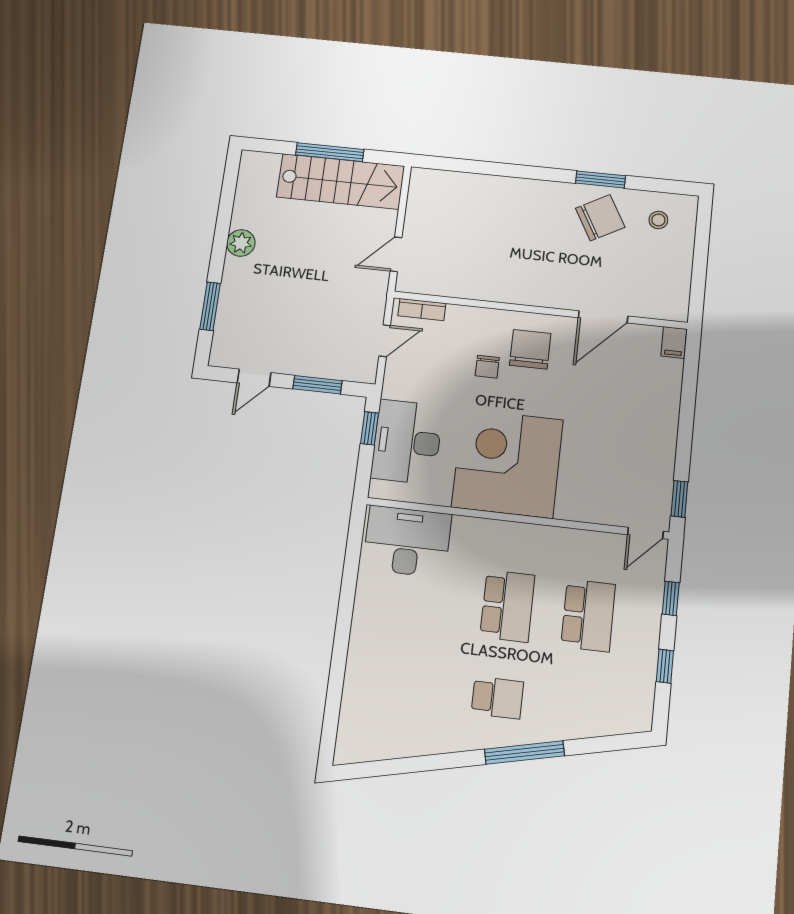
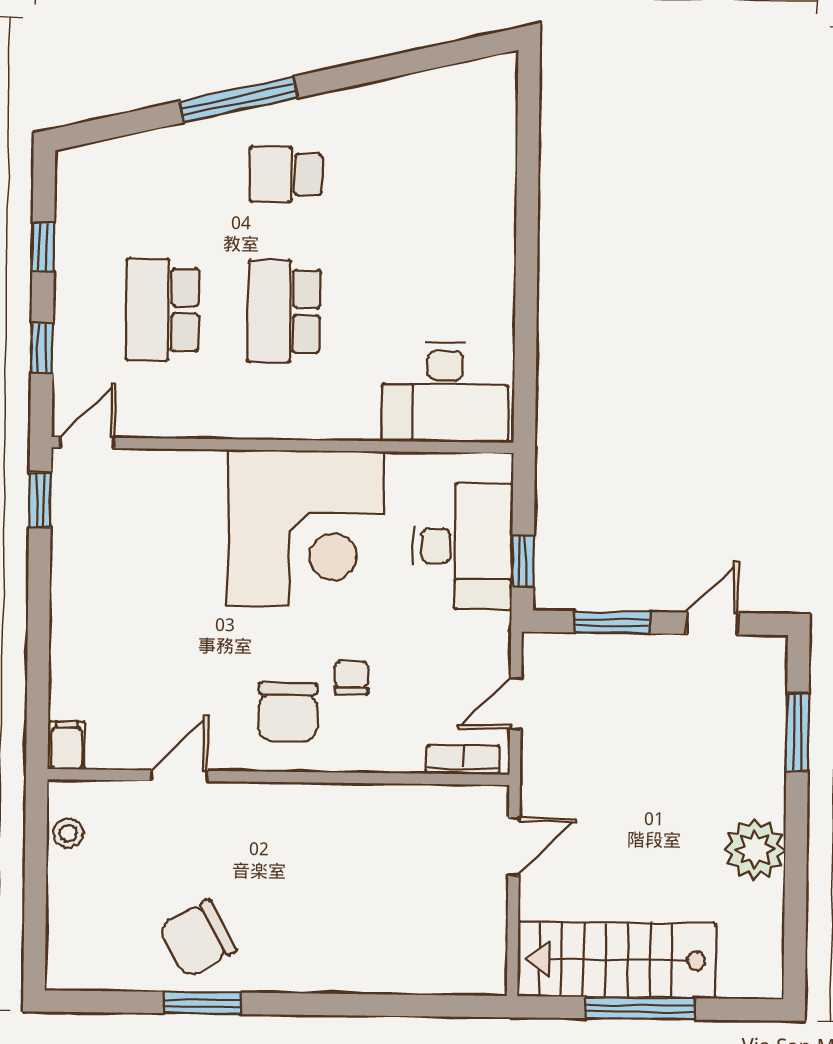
stool: (658, 220) -> (68, 833), moved
plant: (241, 243) -> (755, 849), width x1.36, depth x1.36
door: (603, 317) -> (179, 776), width x0.73

